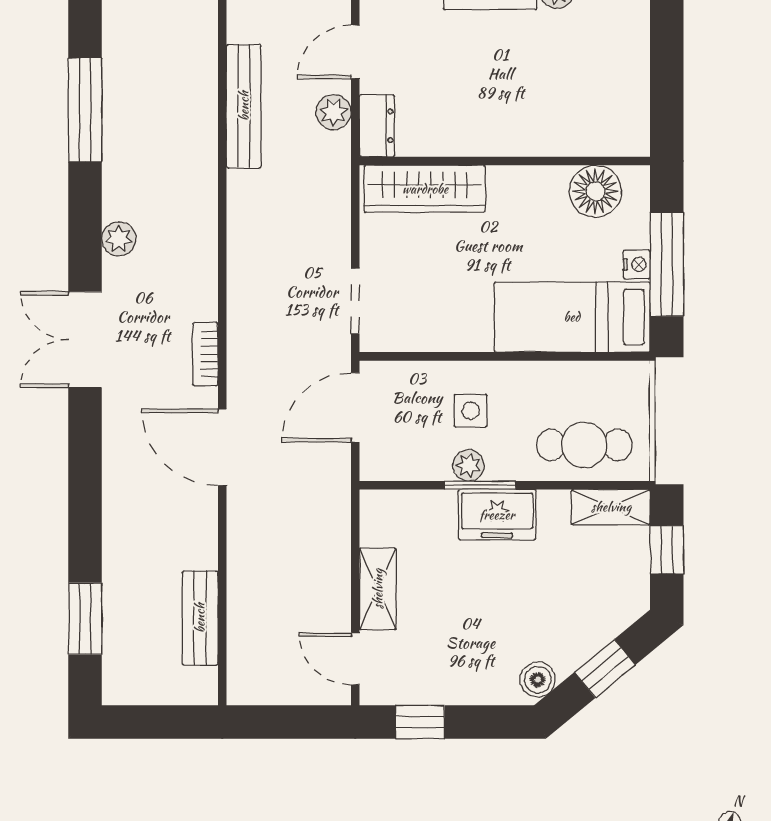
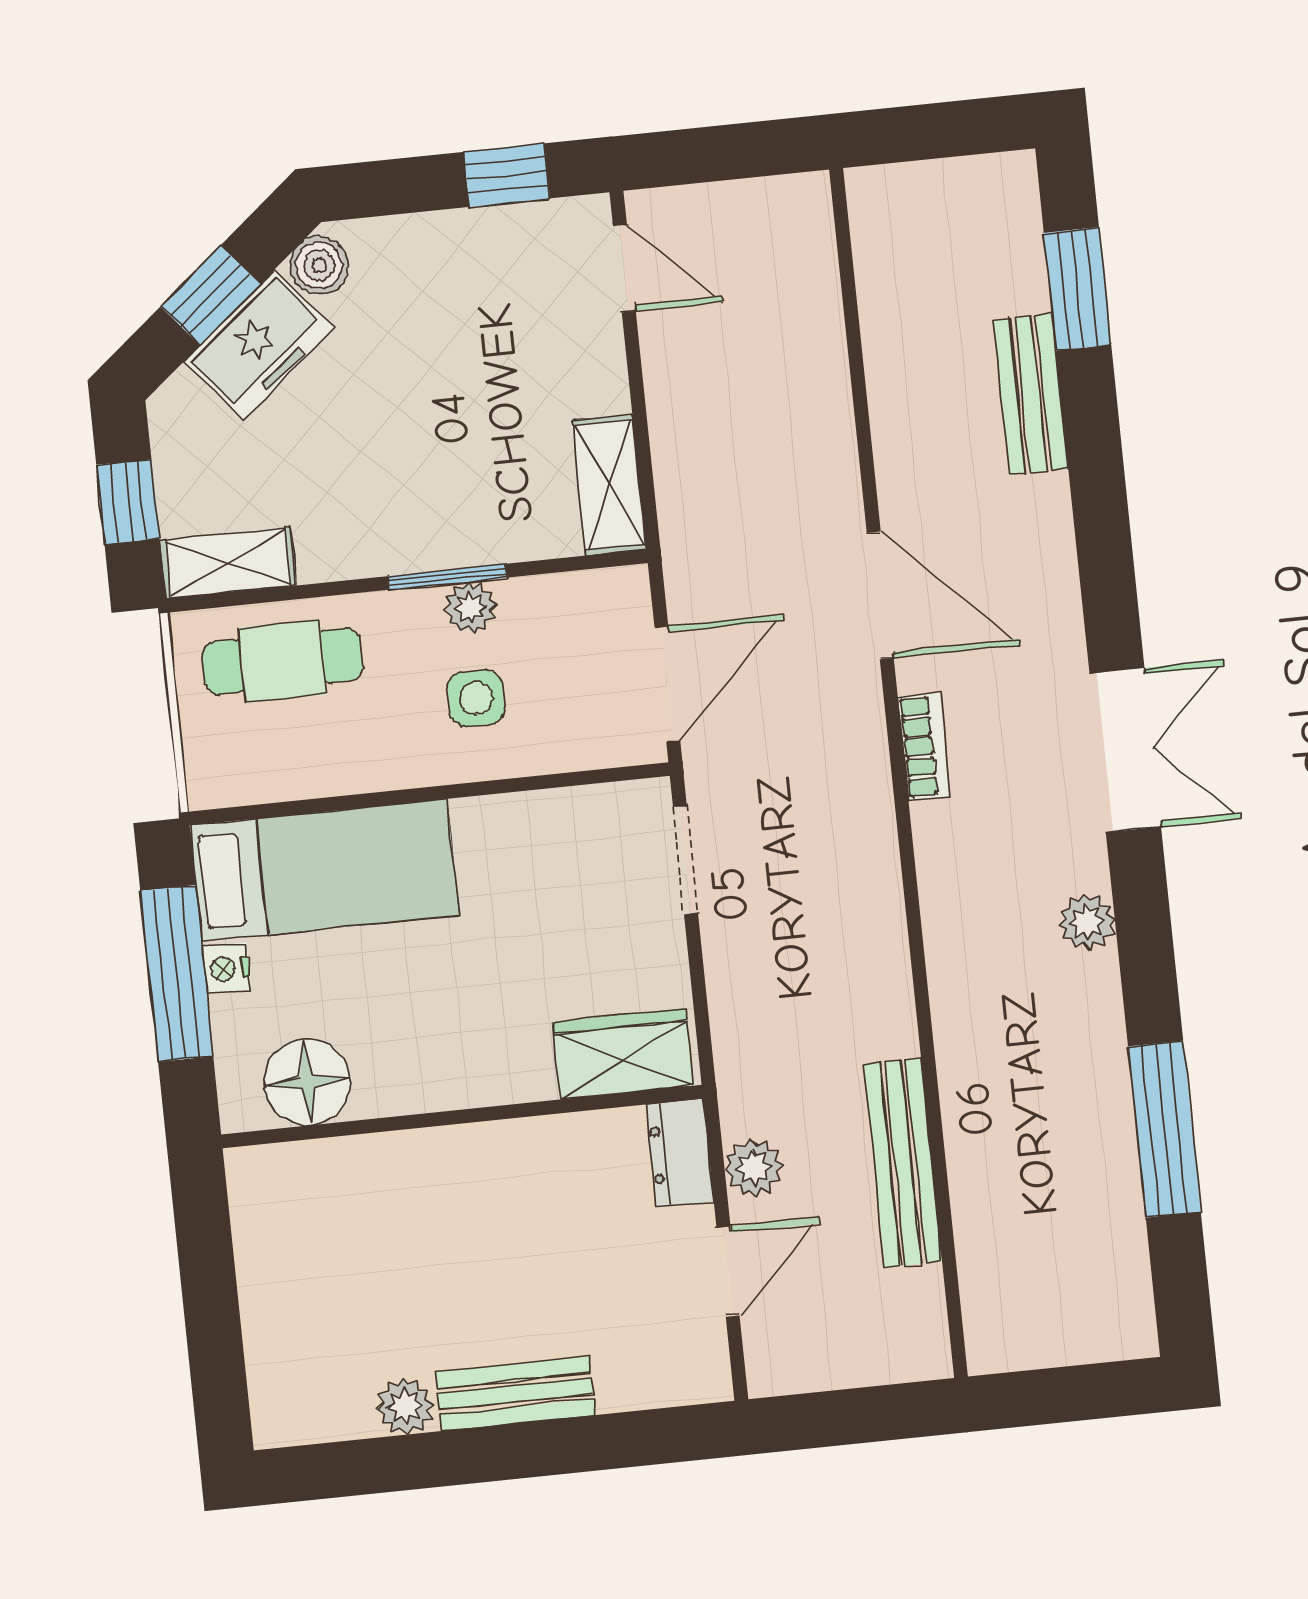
wardrobe: (425, 189) -> (623, 1054), width x0.67
freezer: (497, 515) -> (259, 345), moved, turned 140
shelving: (378, 589) -> (609, 485), moved
bench: (200, 618) -> (1031, 394), moved

